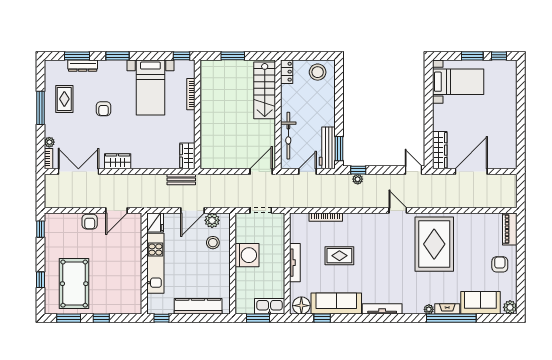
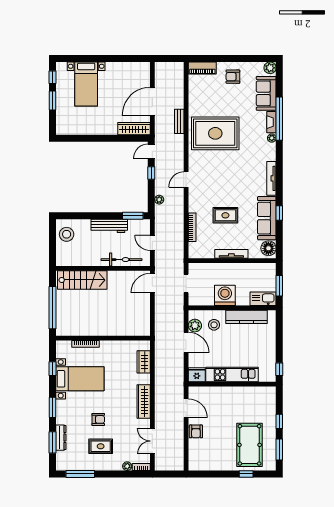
window: (182, 56) -> (53, 369), moved
window: (233, 56) -> (53, 308), width x2.11
locker: (287, 72) -> (66, 261), removed
bed with nightstands: (458, 82) -> (86, 84), moved, turned 180
rug: (64, 99) -> (101, 446), moved
window: (40, 108) -> (80, 474), moved
workbench: (327, 148) -> (109, 226), moved
wardrobe: (187, 156) -> (144, 362), moved, turned 90
wardrobe: (118, 161) -> (144, 402), width x1.50
window: (358, 170) -> (151, 173), moved
double door: (78, 171) -> (152, 441), width x0.73
door: (261, 171) -> (152, 283), hinge flipped
door: (471, 171) -> (152, 101), hinge flipped
bench: (181, 179) -> (179, 121), moved
door: (398, 210) -> (186, 179), moved
armchair: (90, 222) -> (196, 431), turned 90
window: (40, 229) -> (202, 474), removed
rug: (339, 256) -> (225, 215), turned 90
pool table: (74, 284) -> (250, 445), turned 90
kitchen counter: (198, 306) -> (247, 317), moved, turned -90
kitchen sink: (270, 306) -> (263, 299), moved, turned 90
window: (322, 318) -> (279, 213), moved

